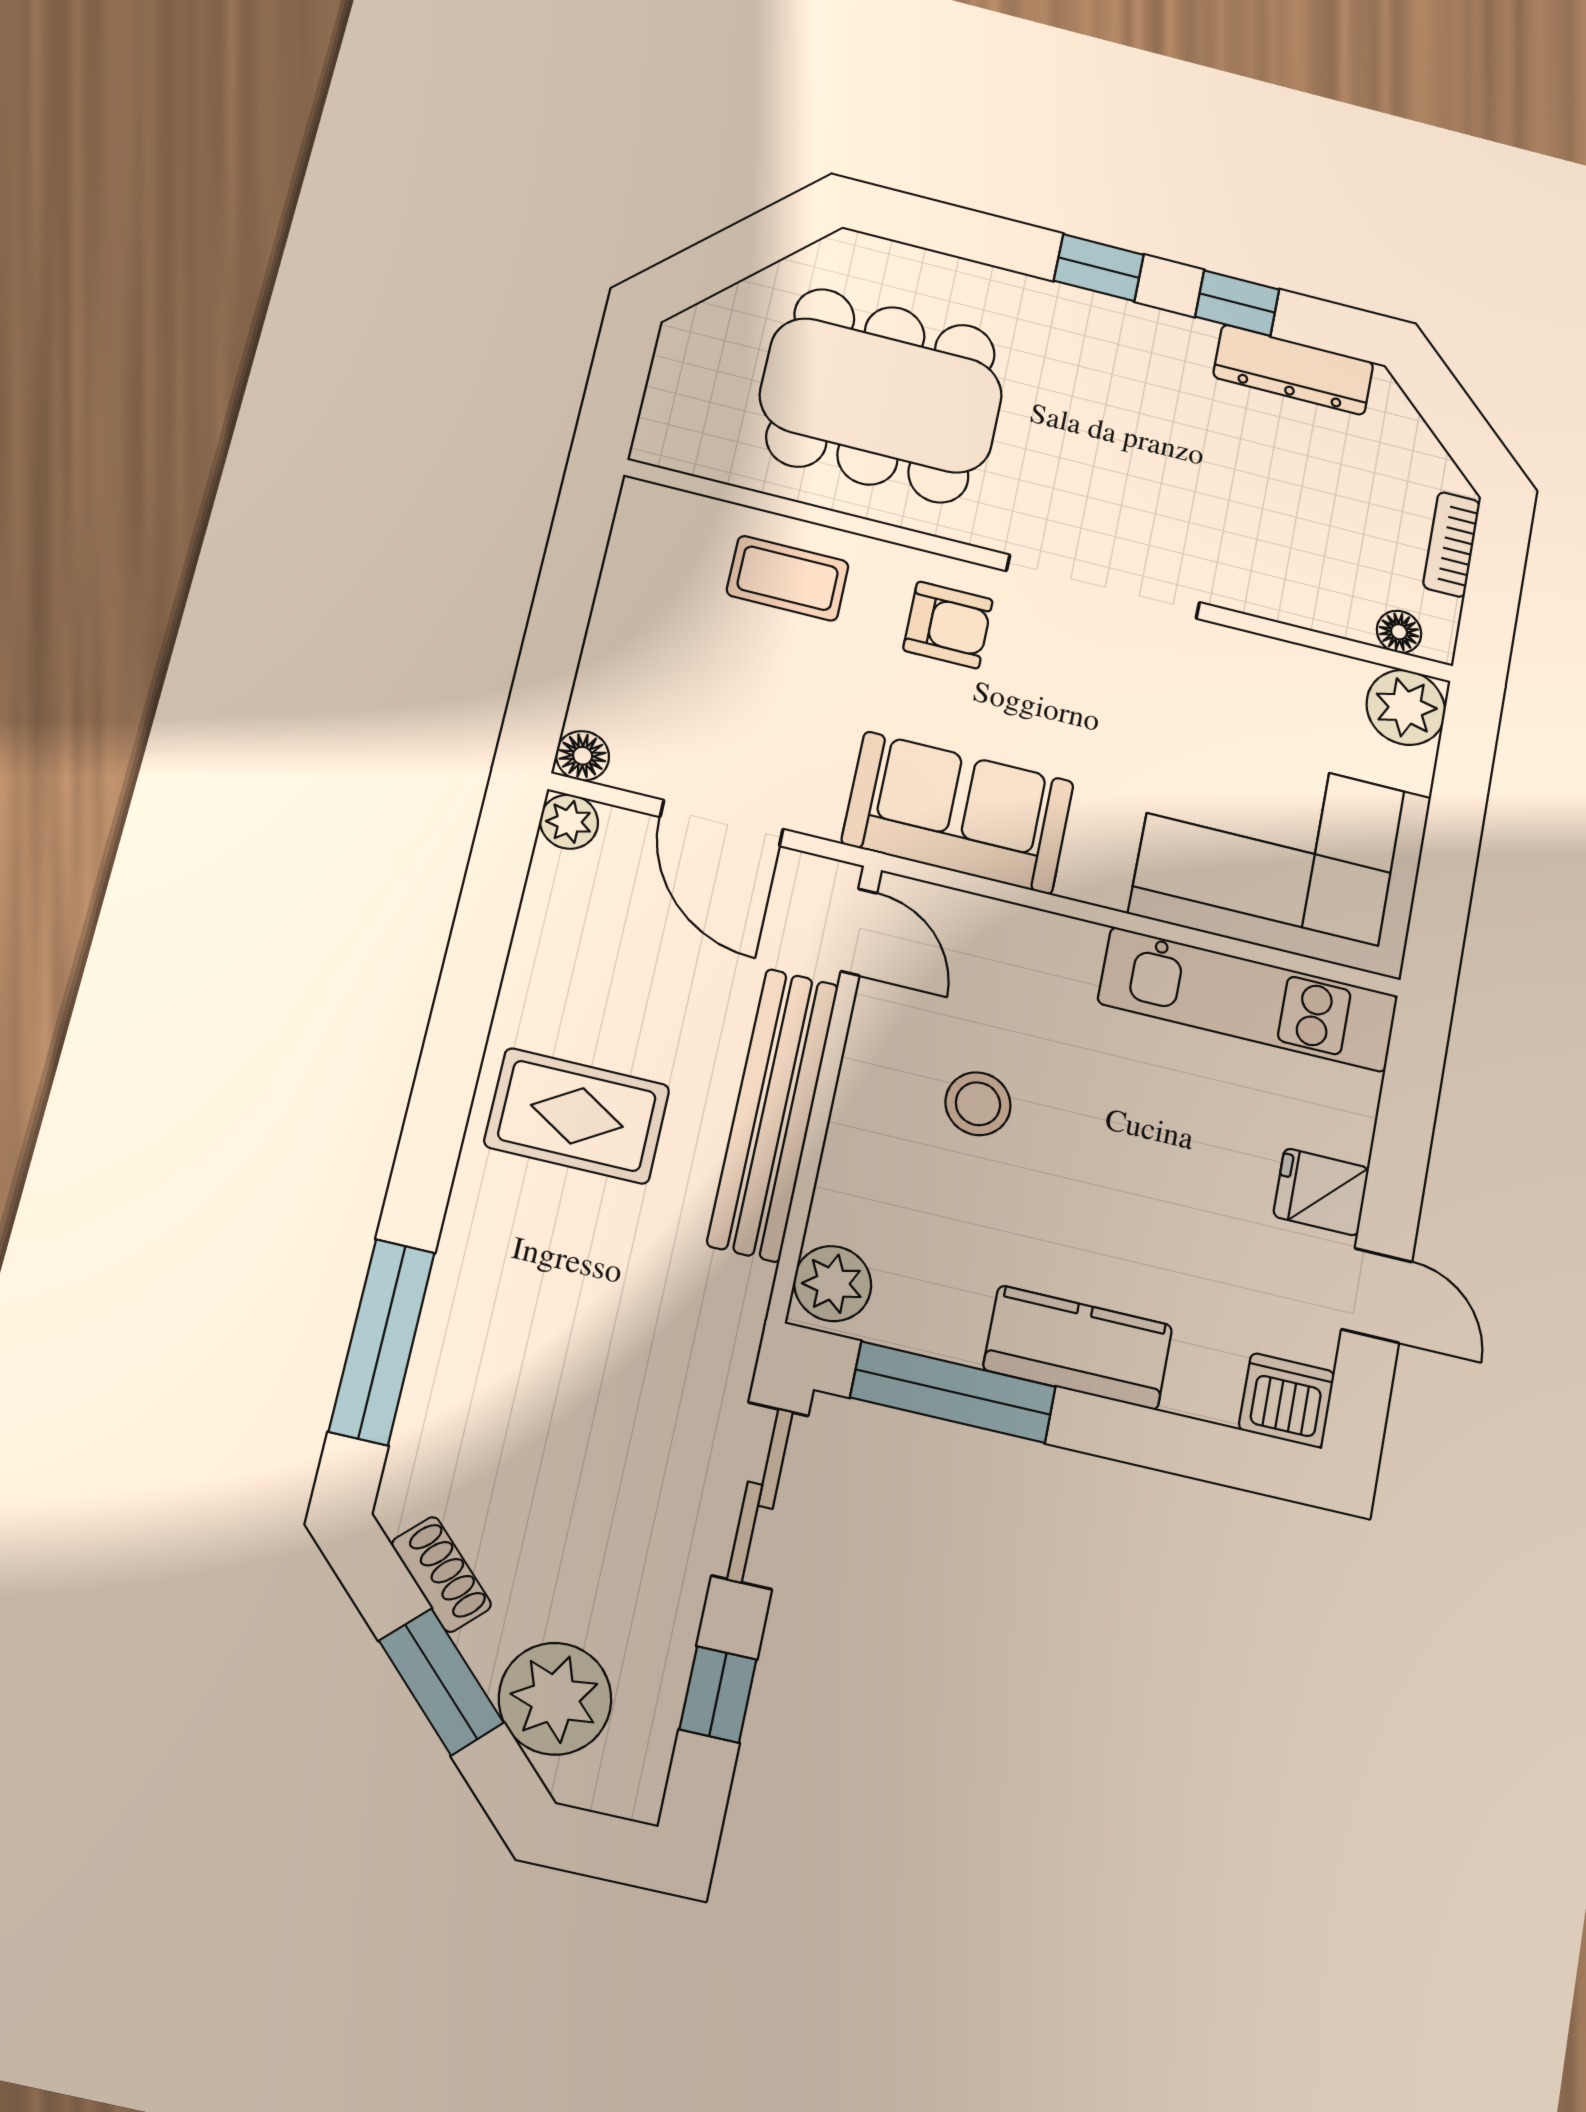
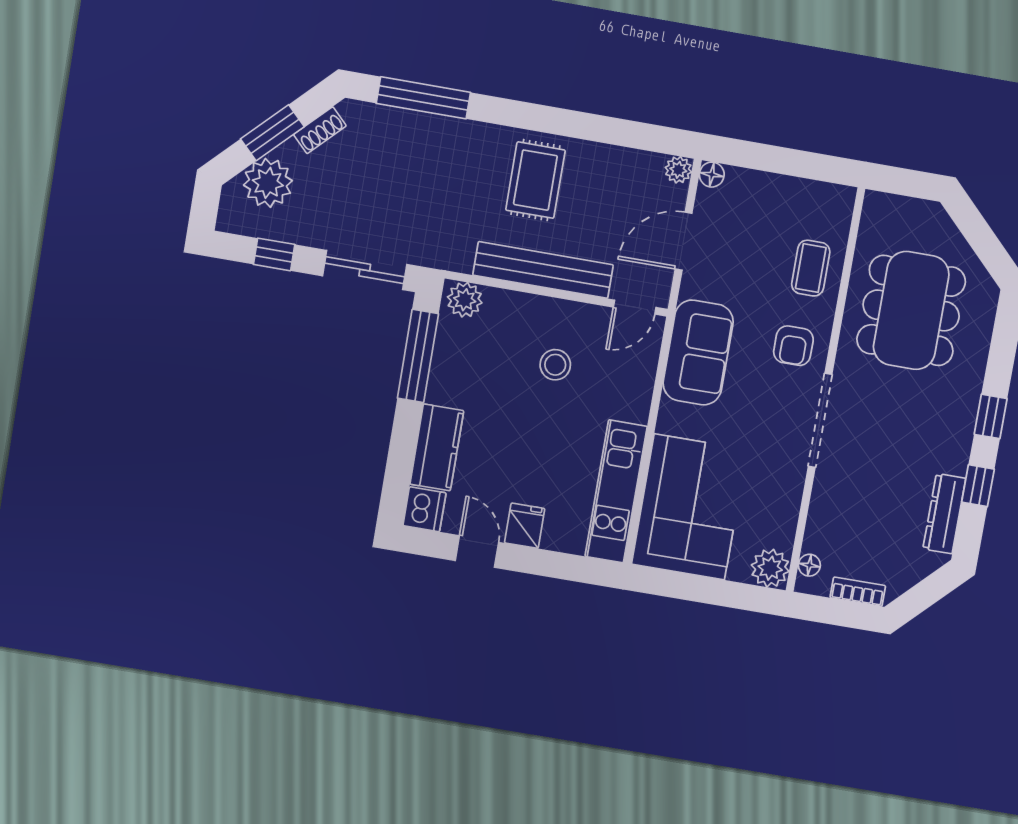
door: (1377, 1295) -> (477, 551), swing flipped
kitchen counter: (1078, 1347) -> (437, 447), moved

